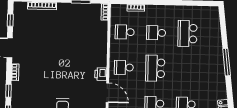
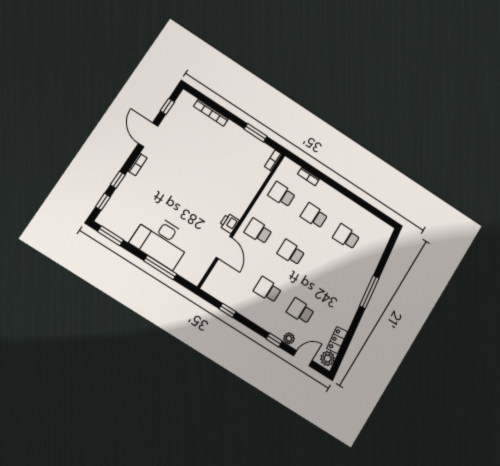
school desk: (187, 34) -> (346, 237), width x0.54
school desk: (155, 68) -> (291, 252), width x0.54

